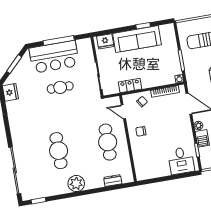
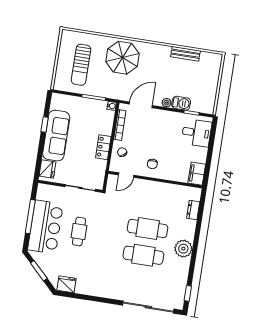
locker: (130, 86) -> (103, 147), moved
cafe table: (108, 142) -> (148, 229), moved
filing cabinet: (145, 173) -> (197, 174), added

